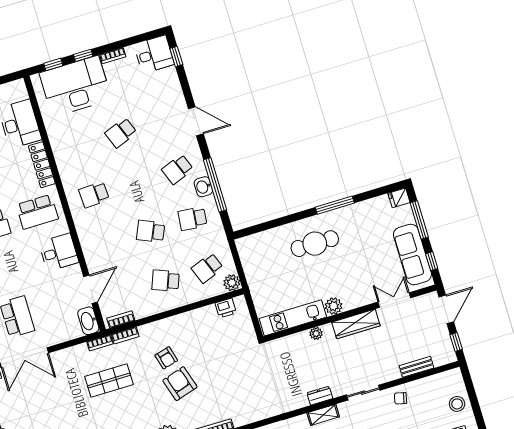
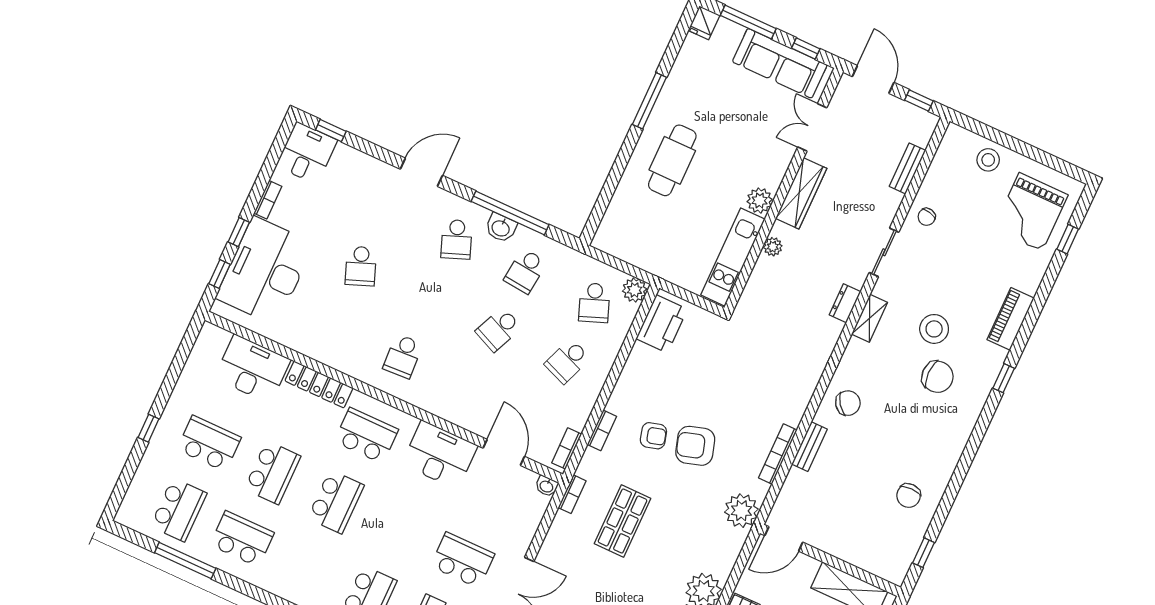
school desk: (37, 212) -> (366, 436), turned -90
desk: (59, 252) -> (440, 455), width x1.37
printer: (226, 308) -> (662, 324), width x1.87, depth x1.48
washbasin: (88, 321) -> (547, 486), width x0.52, depth x0.69
bookcase: (125, 335) -> (602, 430), moved

